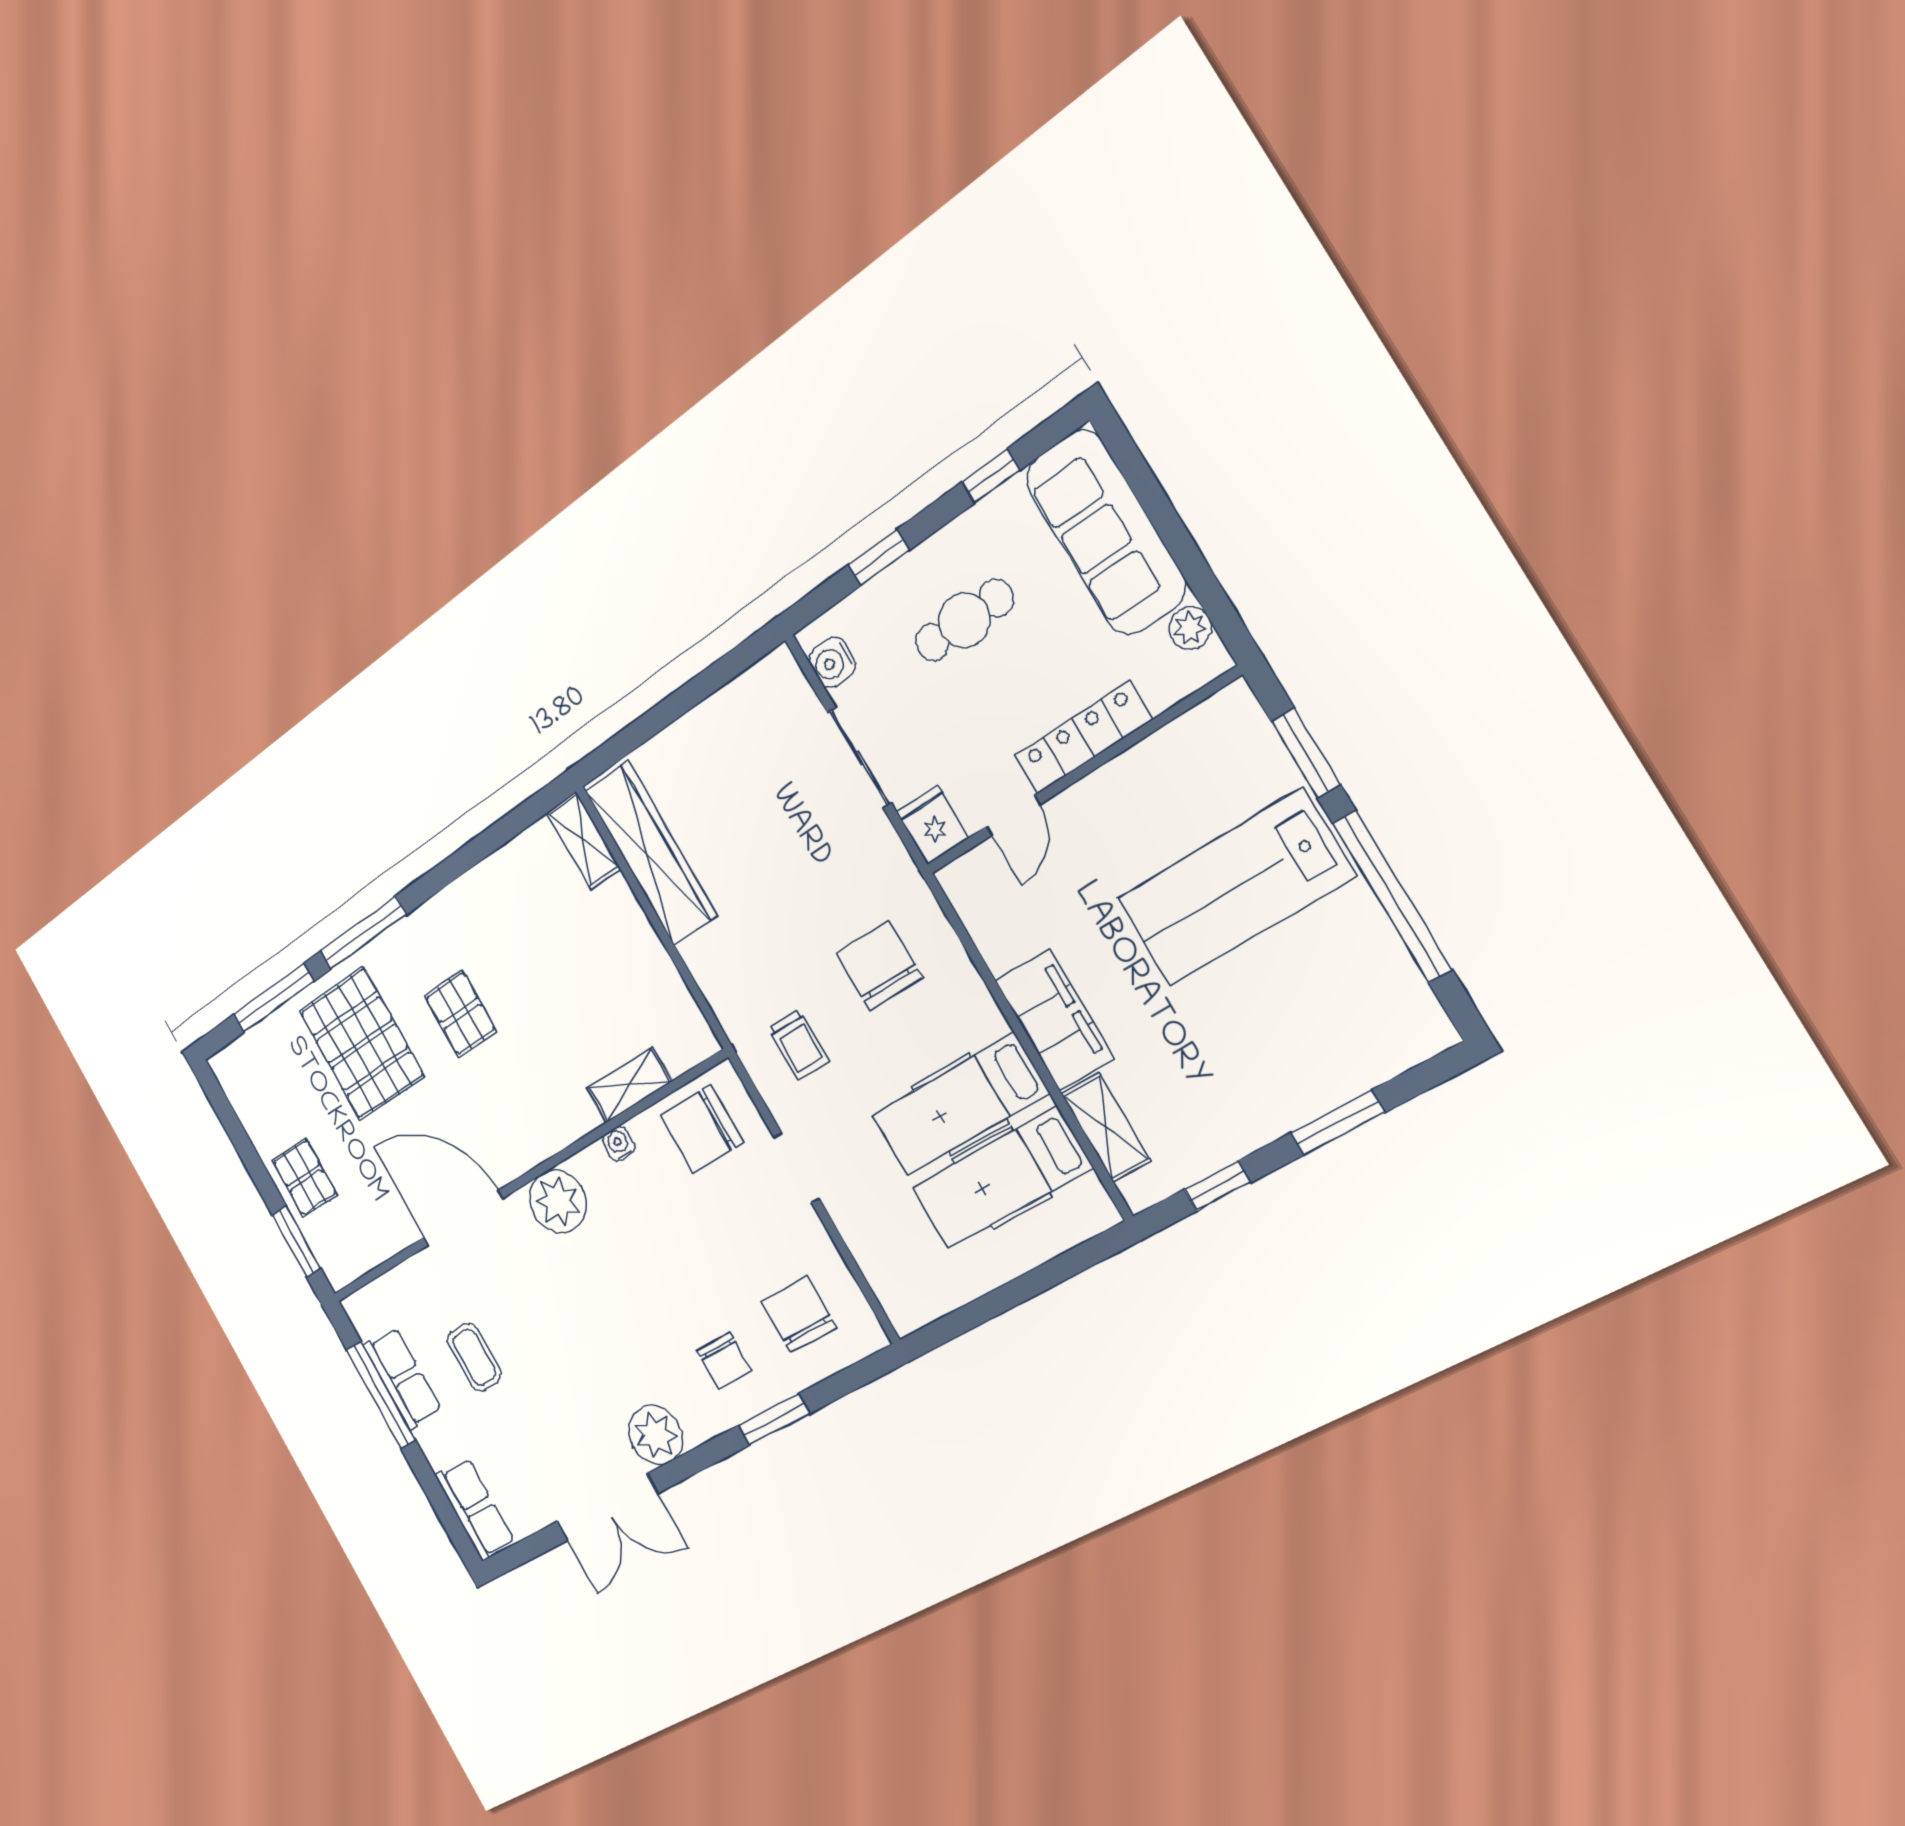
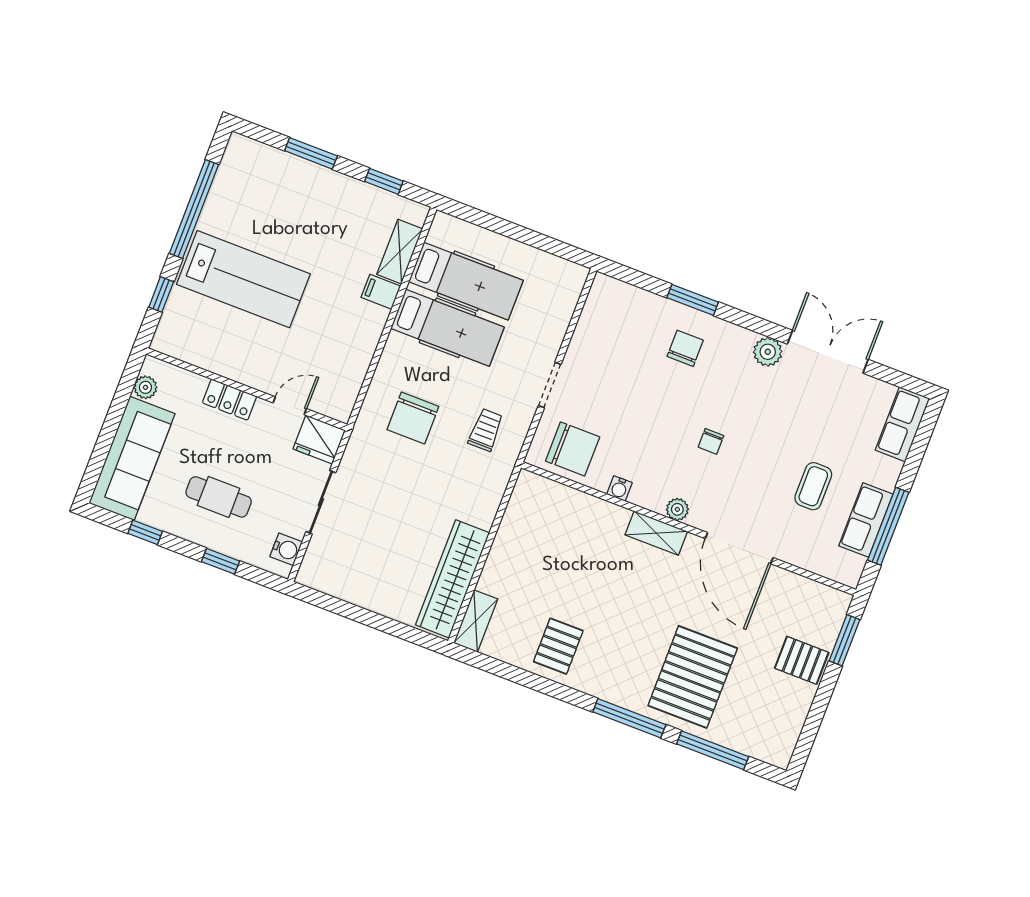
locker: (1083, 738) -> (230, 400), width x0.66
window: (1306, 753) -> (161, 294), width x0.67
fridge: (932, 825) -> (319, 440), width x1.38
pallet: (460, 1013) -> (558, 646), moved
filing cabinet: (1054, 1020) -> (381, 292), width x0.33, depth x0.86
shelving: (629, 1085) -> (656, 533), moved
pallet: (305, 1178) -> (802, 660), turned 90
plant: (558, 1201) -> (677, 509), width x0.53, depth x0.53
chair: (799, 1315) -> (711, 441), moved, width x0.54, depth x0.54
plant: (656, 1435) -> (768, 352), width x0.73, depth x0.73

